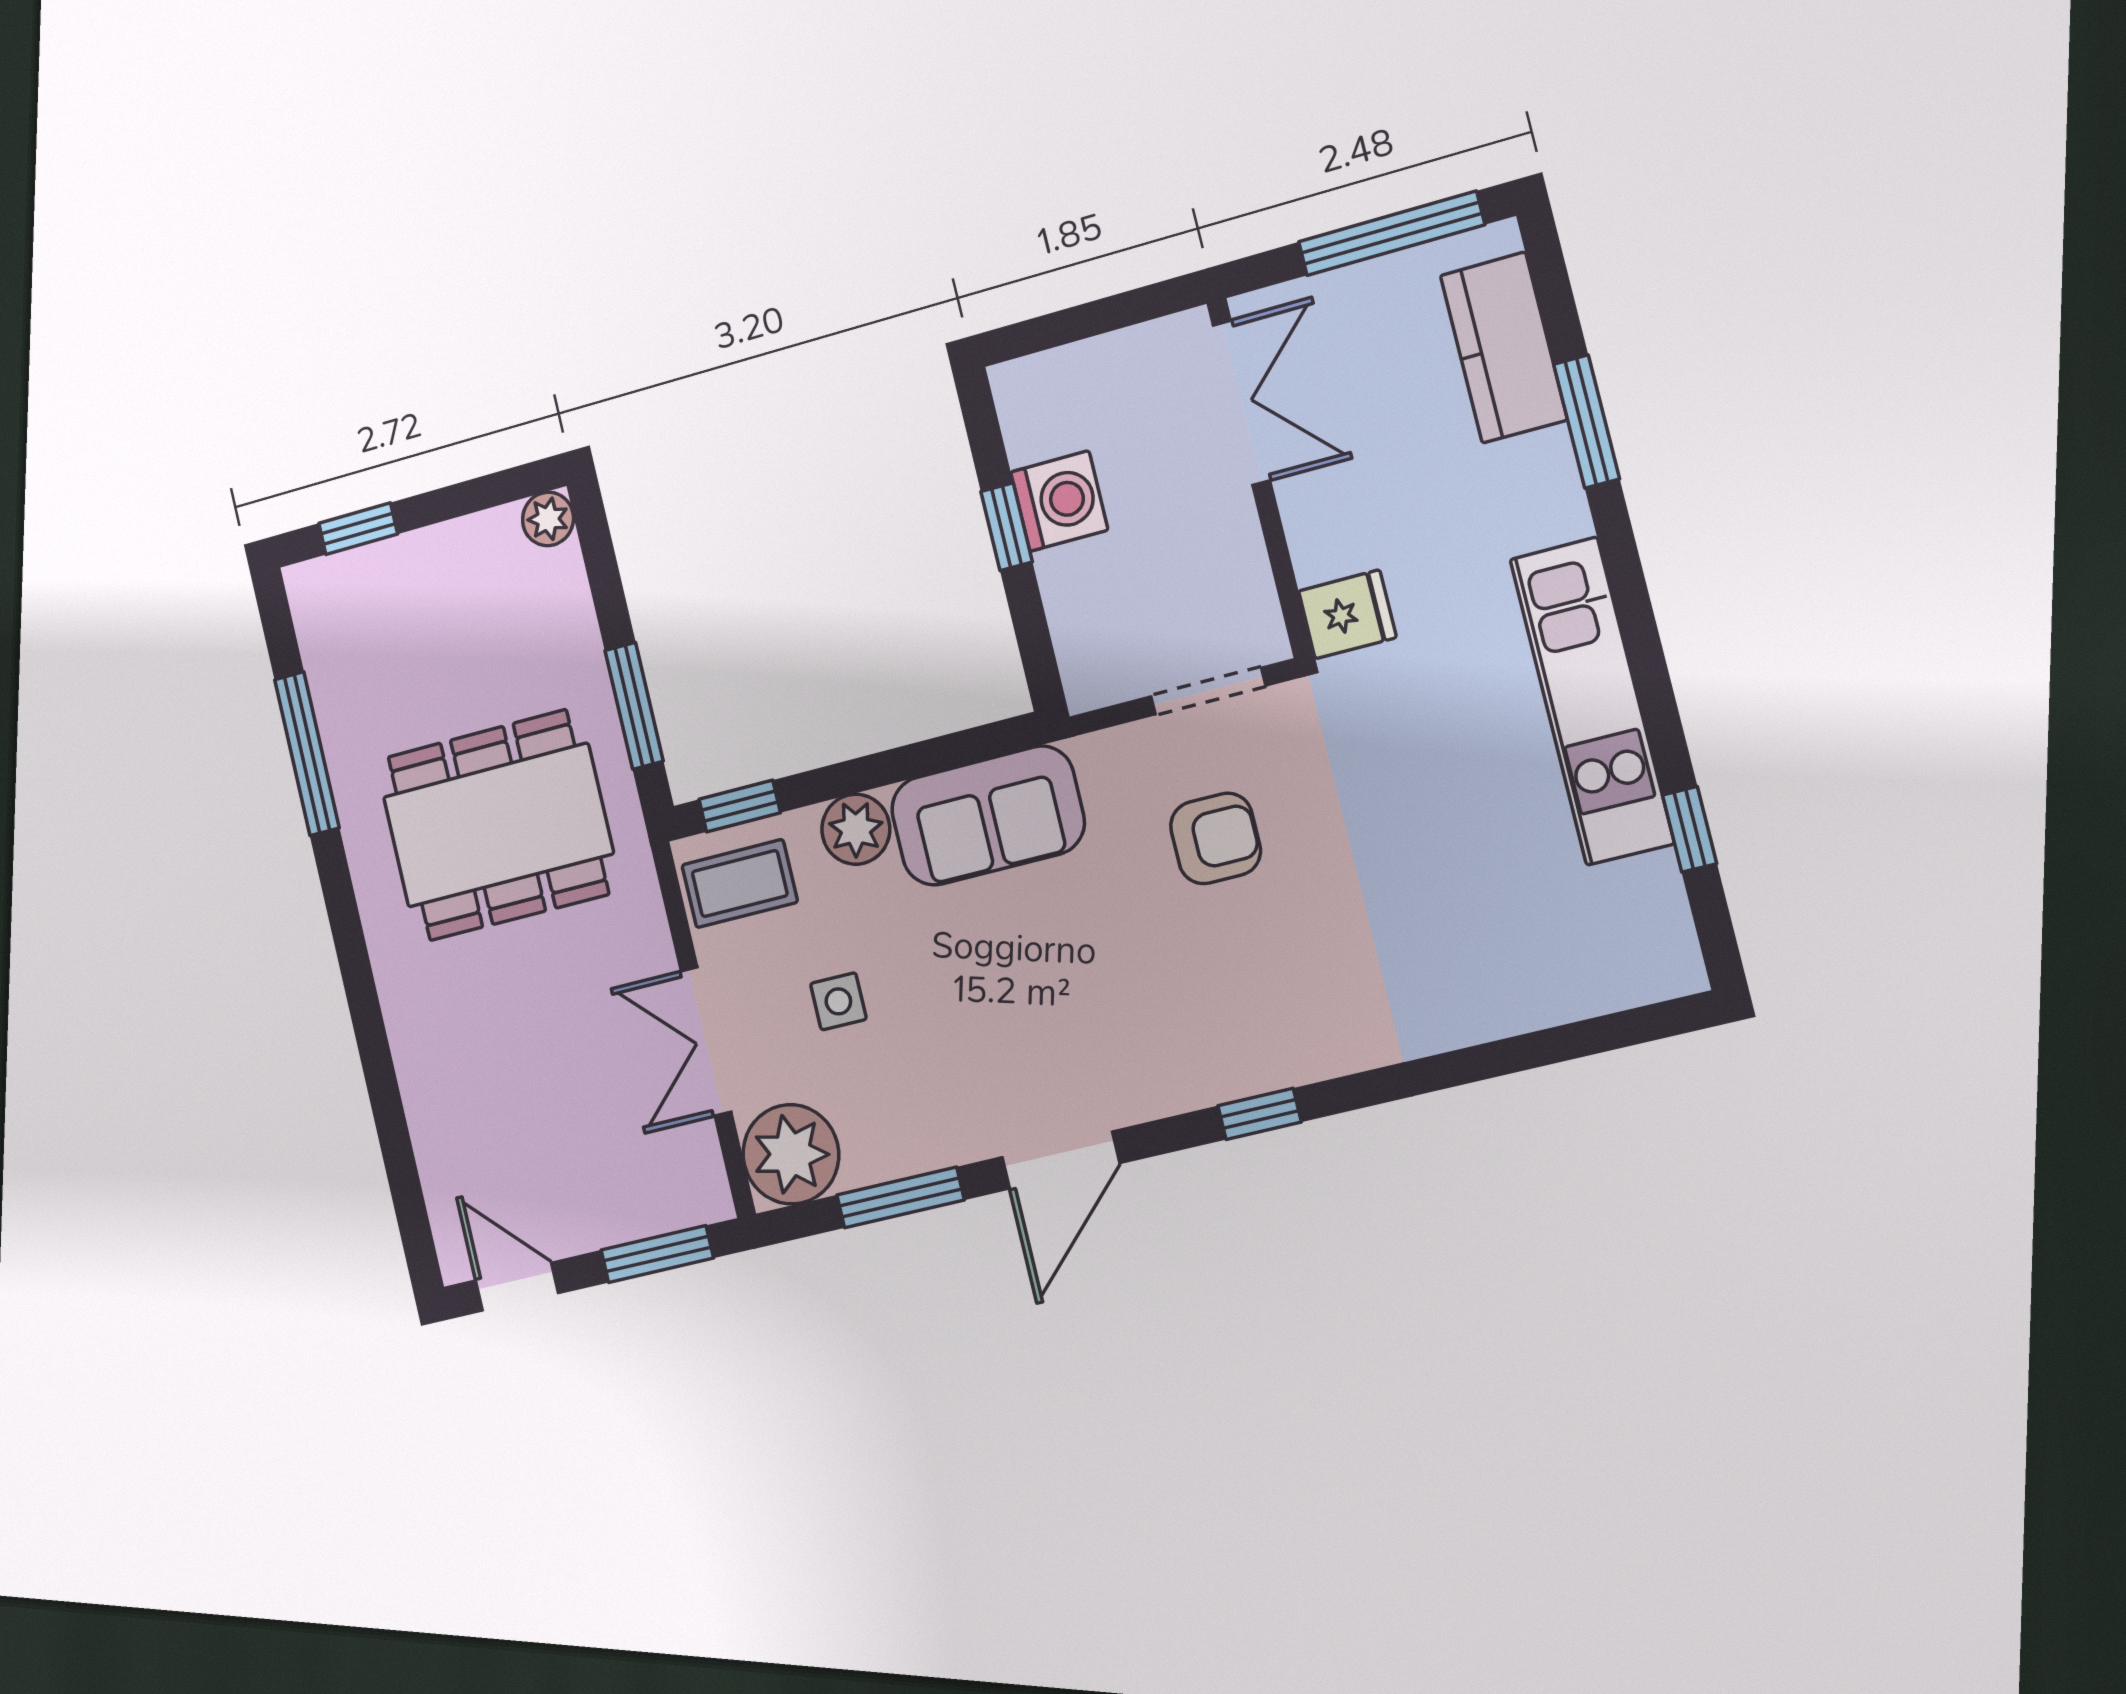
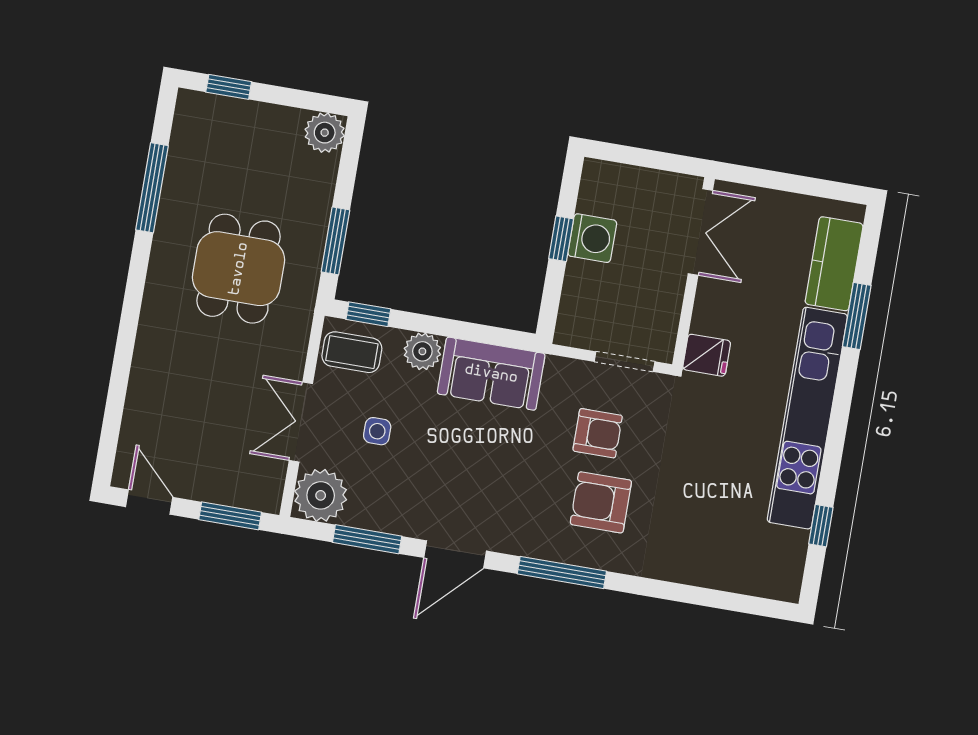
window: (1391, 233) -> (806, 185), removed
plant: (548, 519) -> (325, 133), width x1.38, depth x1.38
kitchen unit: (1592, 701) -> (807, 418), width x1.36
dining table: (498, 825) -> (239, 269), width x0.73
armchair: (1274, 959) -> (601, 502), added
window: (1259, 1114) -> (562, 573), width x2.17

